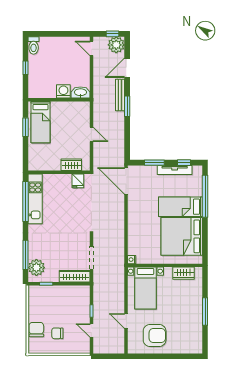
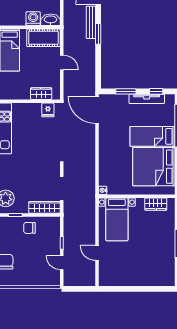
cot: (74, 110) -> (43, 38), added
chair: (57, 333) -> (29, 228), moved
armchair: (155, 335) -> (126, 268), removed

